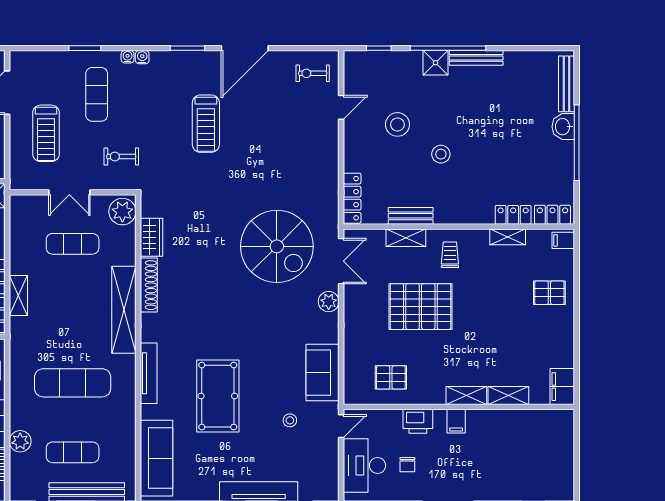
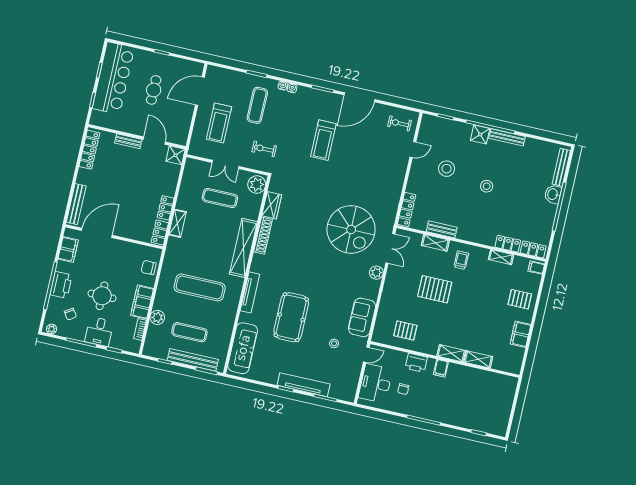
stool: (441, 154) -> (487, 186), moved
pallet: (420, 307) -> (435, 289), width x0.73, depth x0.71
filing cabinet: (562, 387) -> (520, 334), moved

